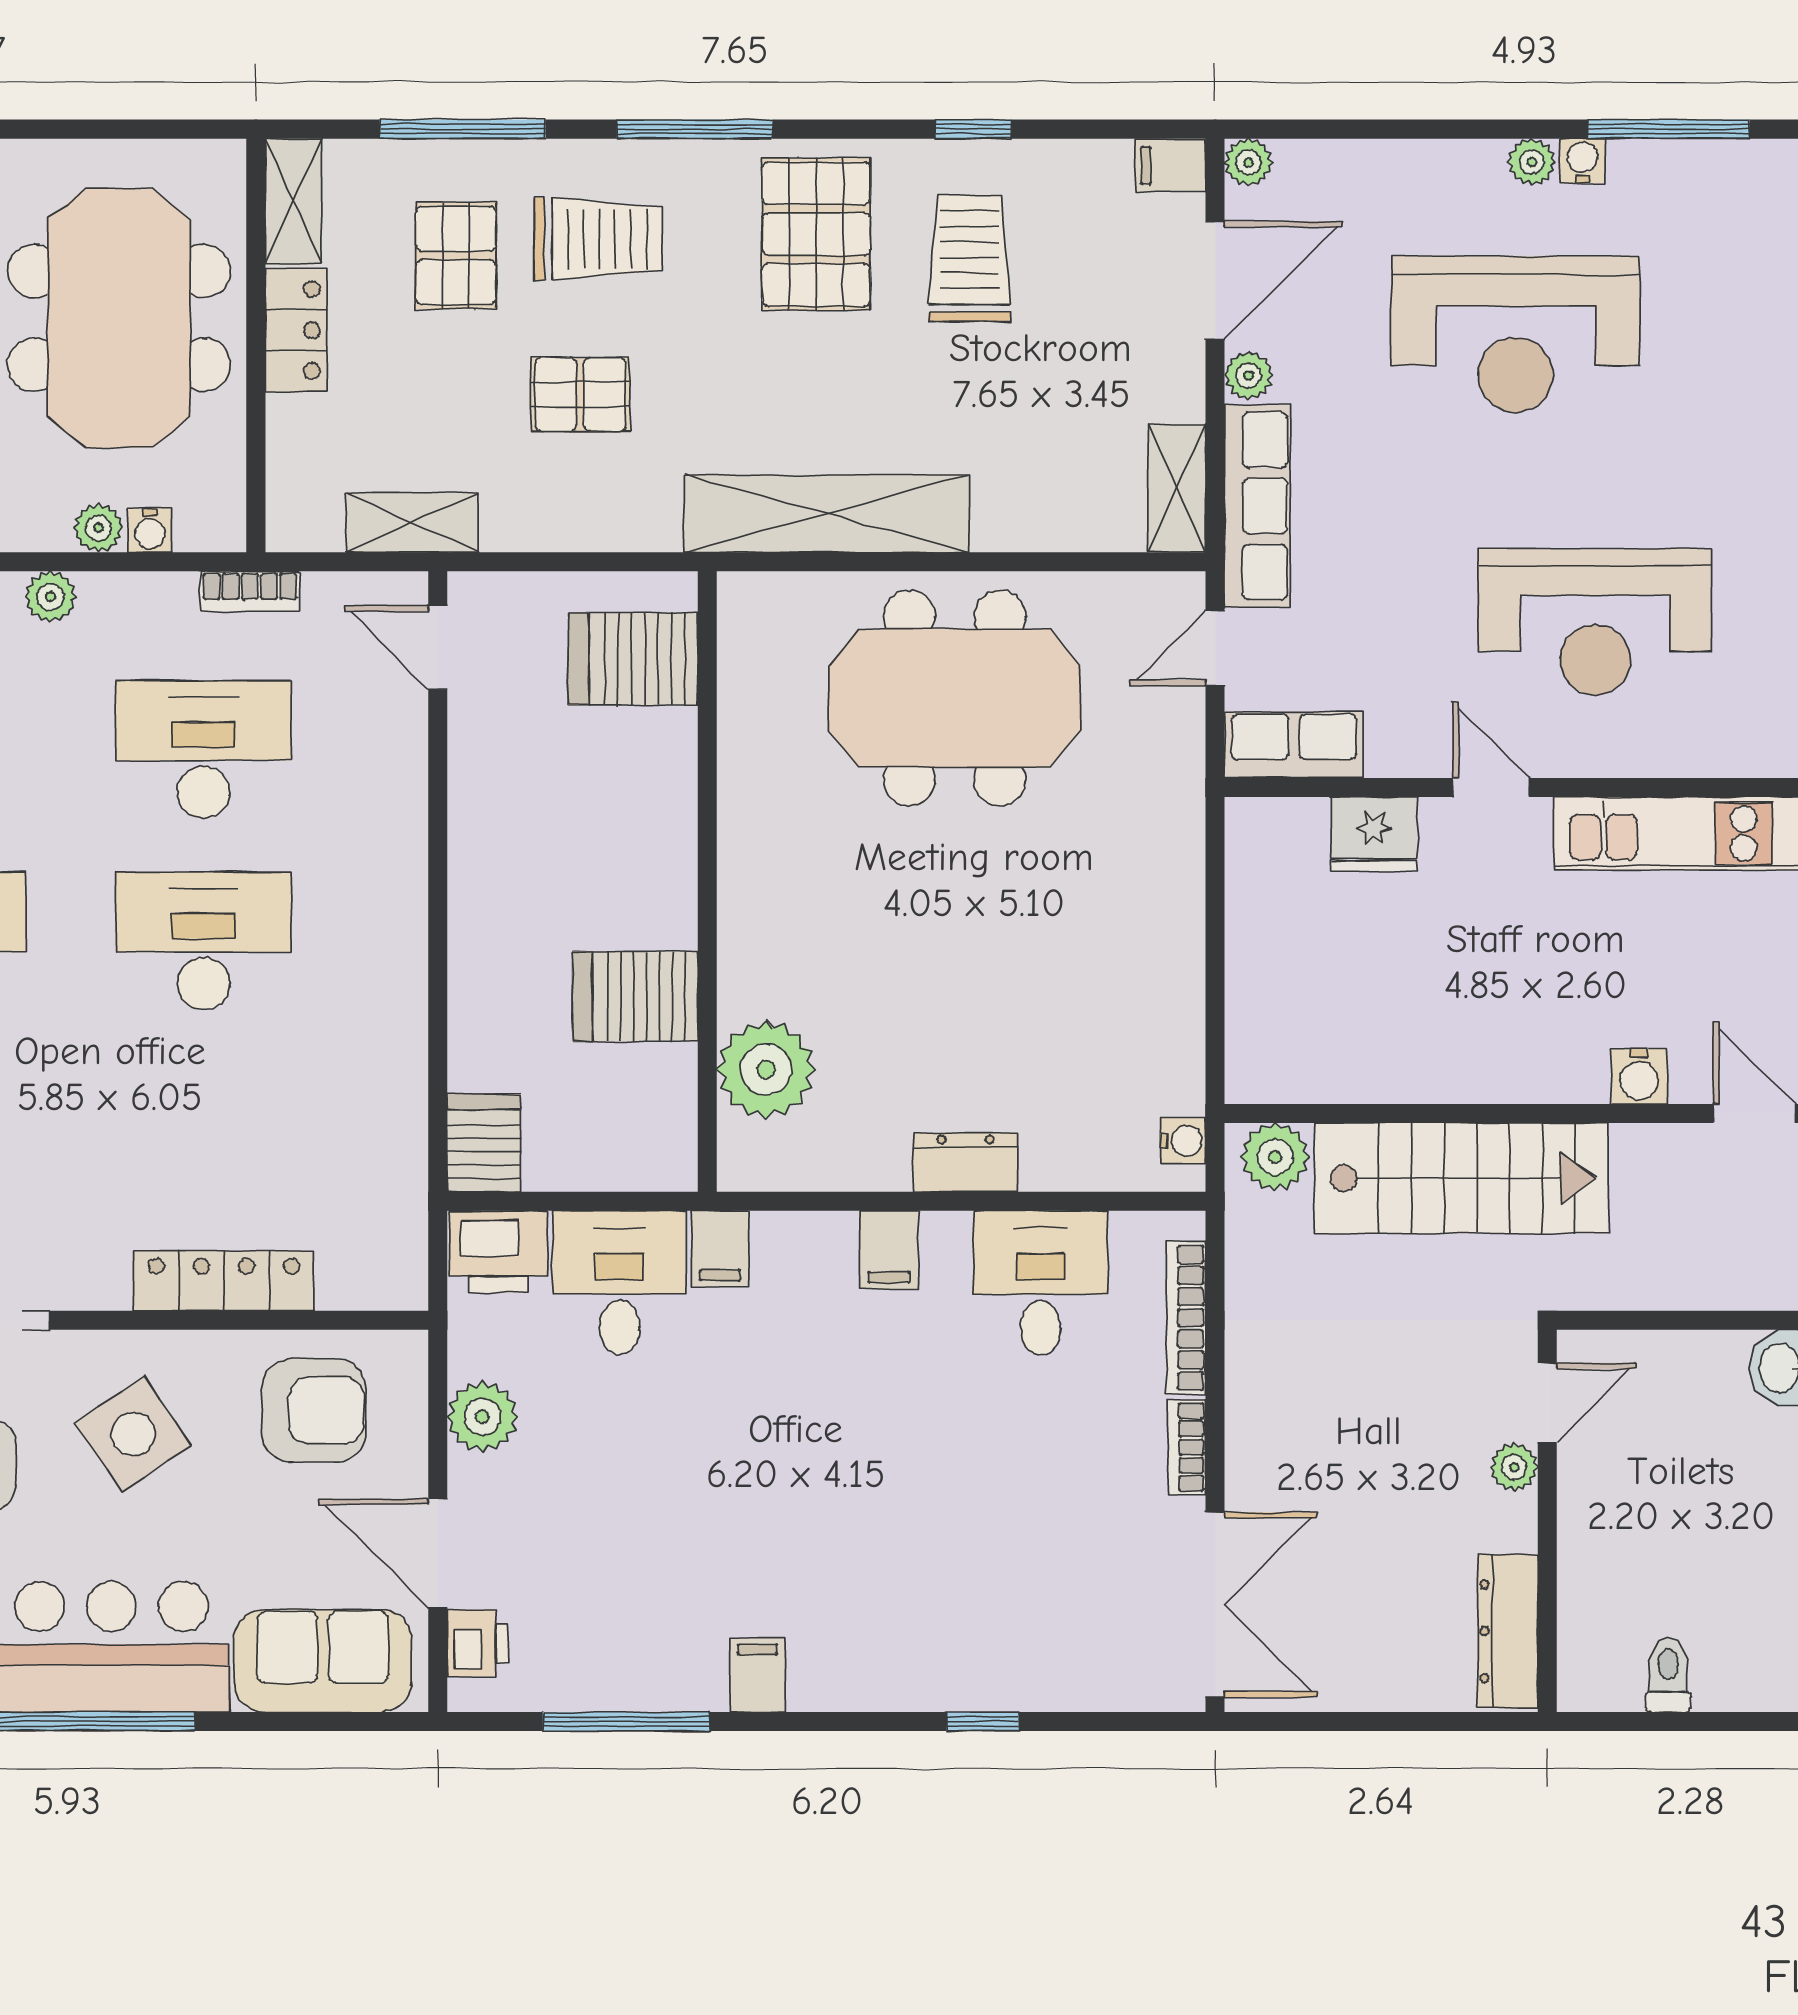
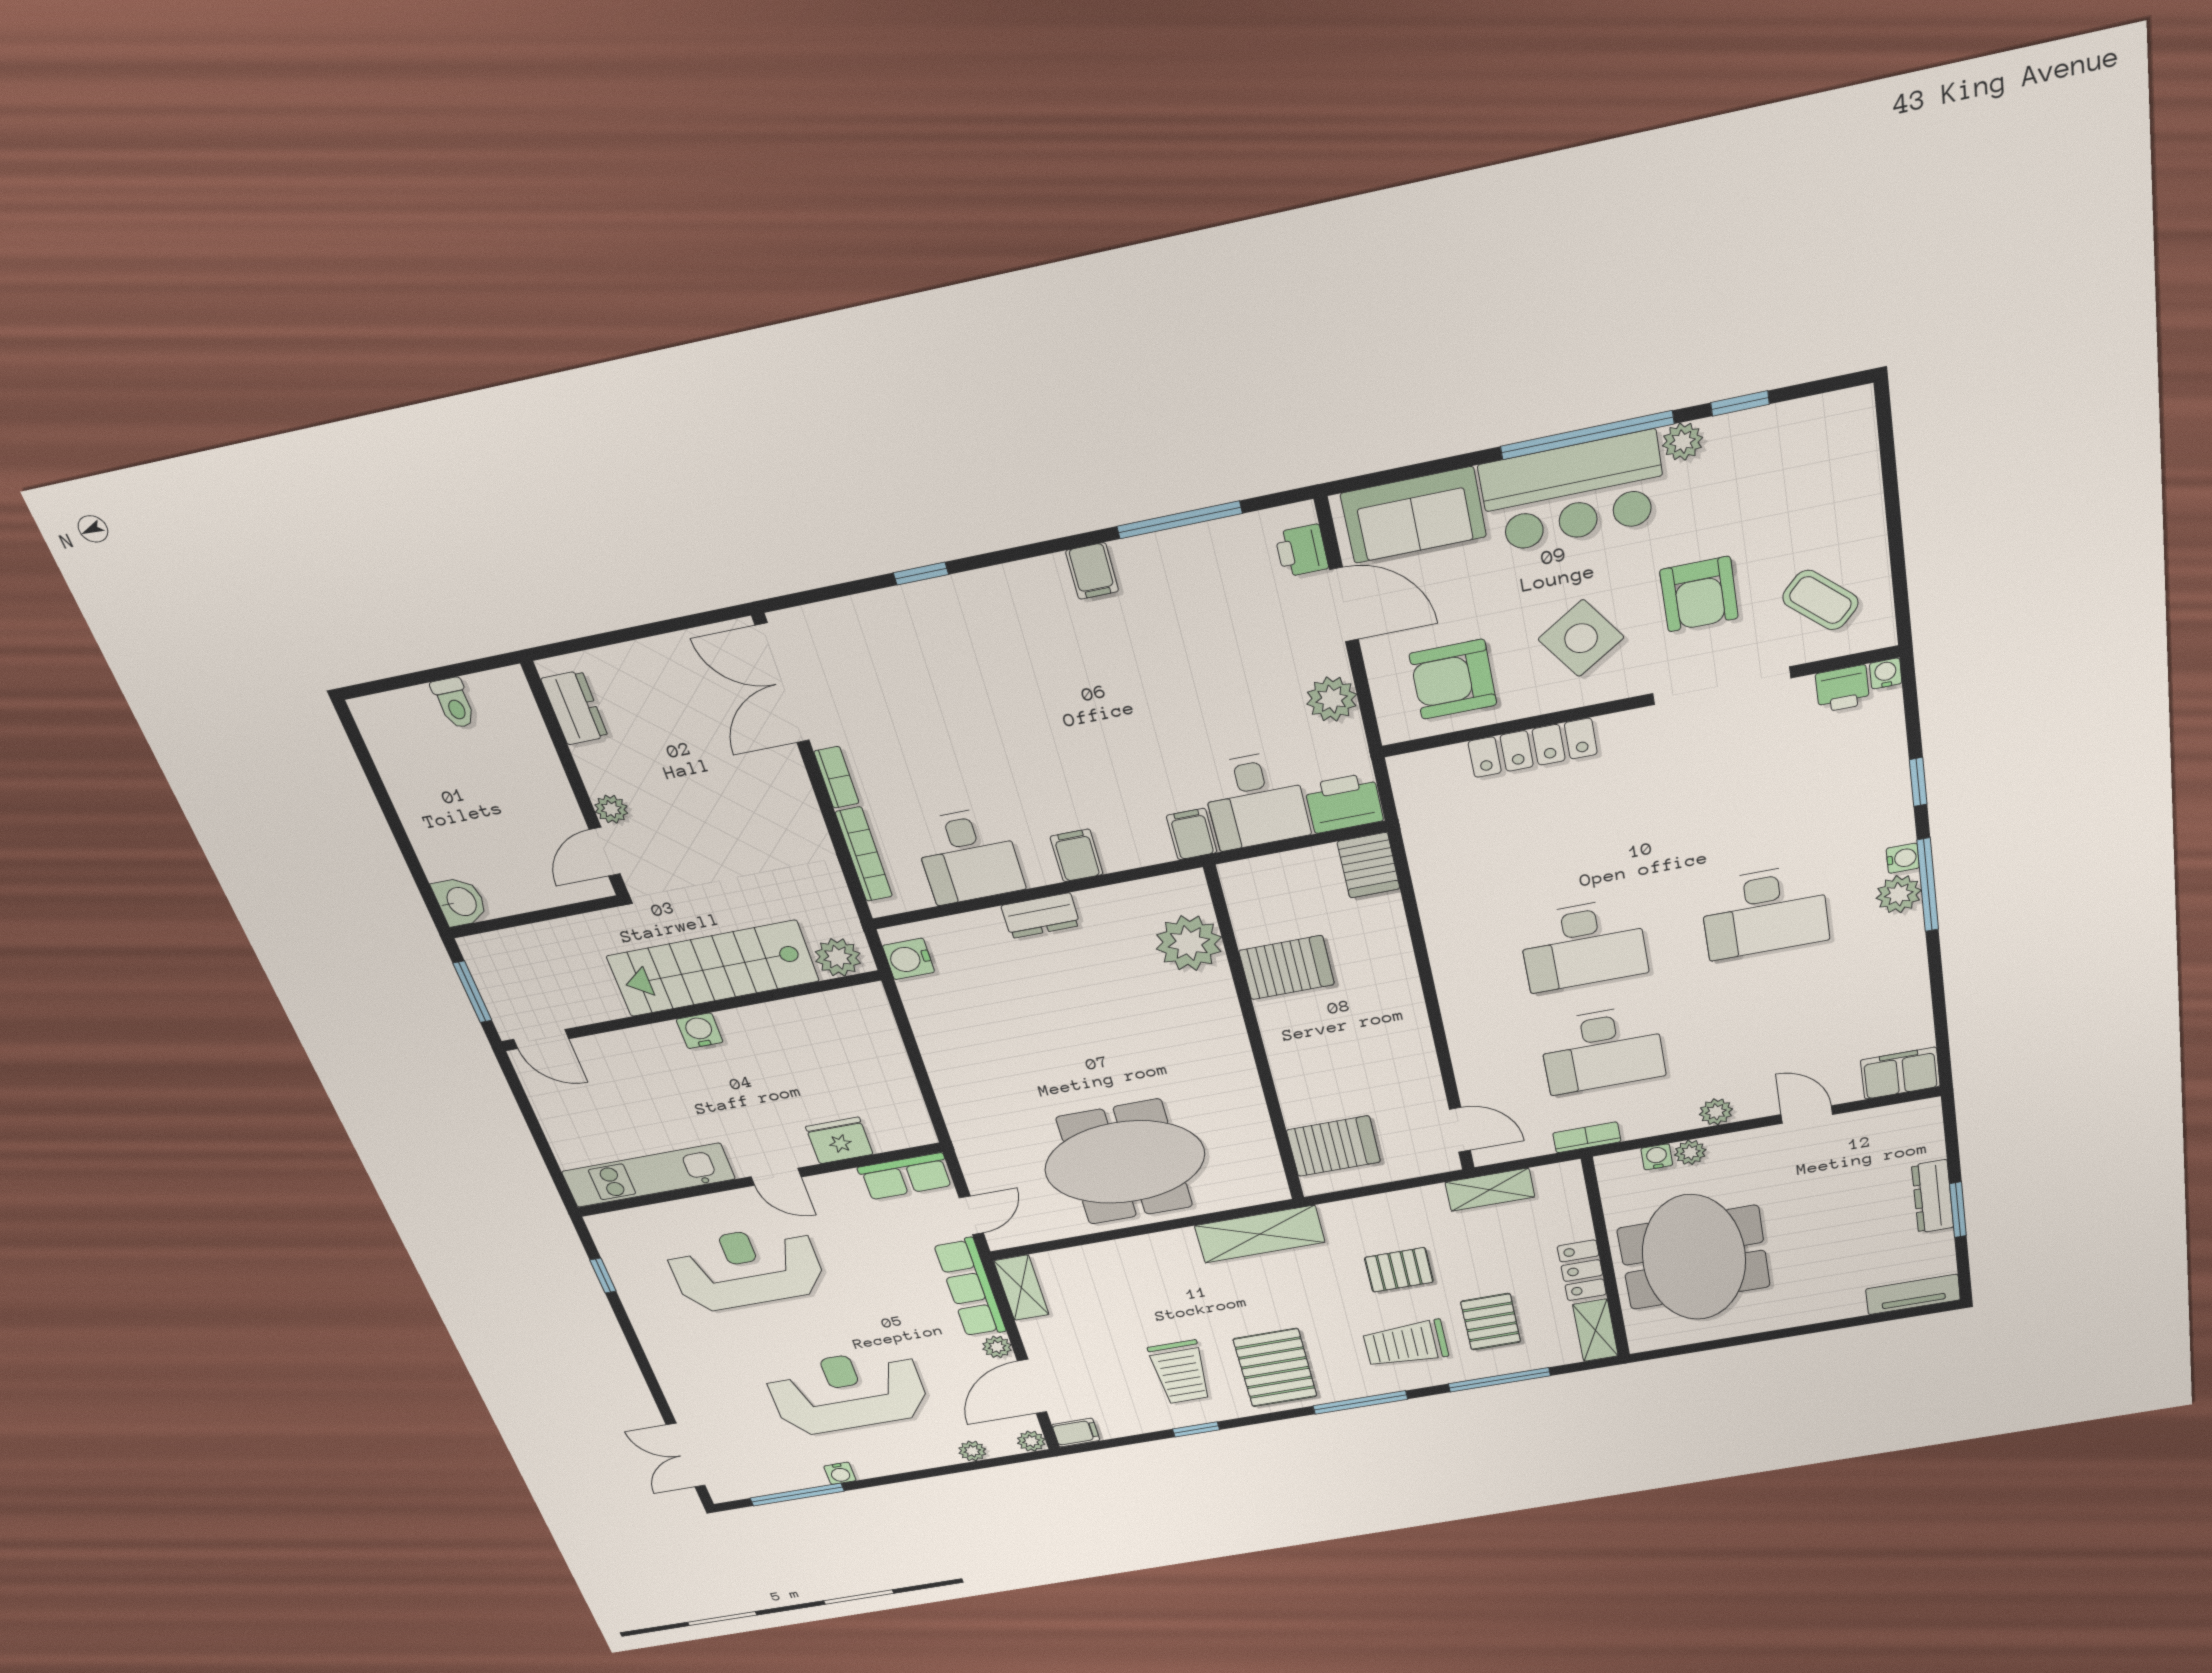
plant: (1532, 162) -> (972, 1451), moved
shelving: (826, 513) -> (1260, 1234), width x0.68
water cooler: (1639, 1076) -> (700, 1031), moved
water cooler: (1183, 1141) -> (909, 959), width x1.38, depth x1.38
dresser: (1508, 1631) -> (575, 708), width x0.70

